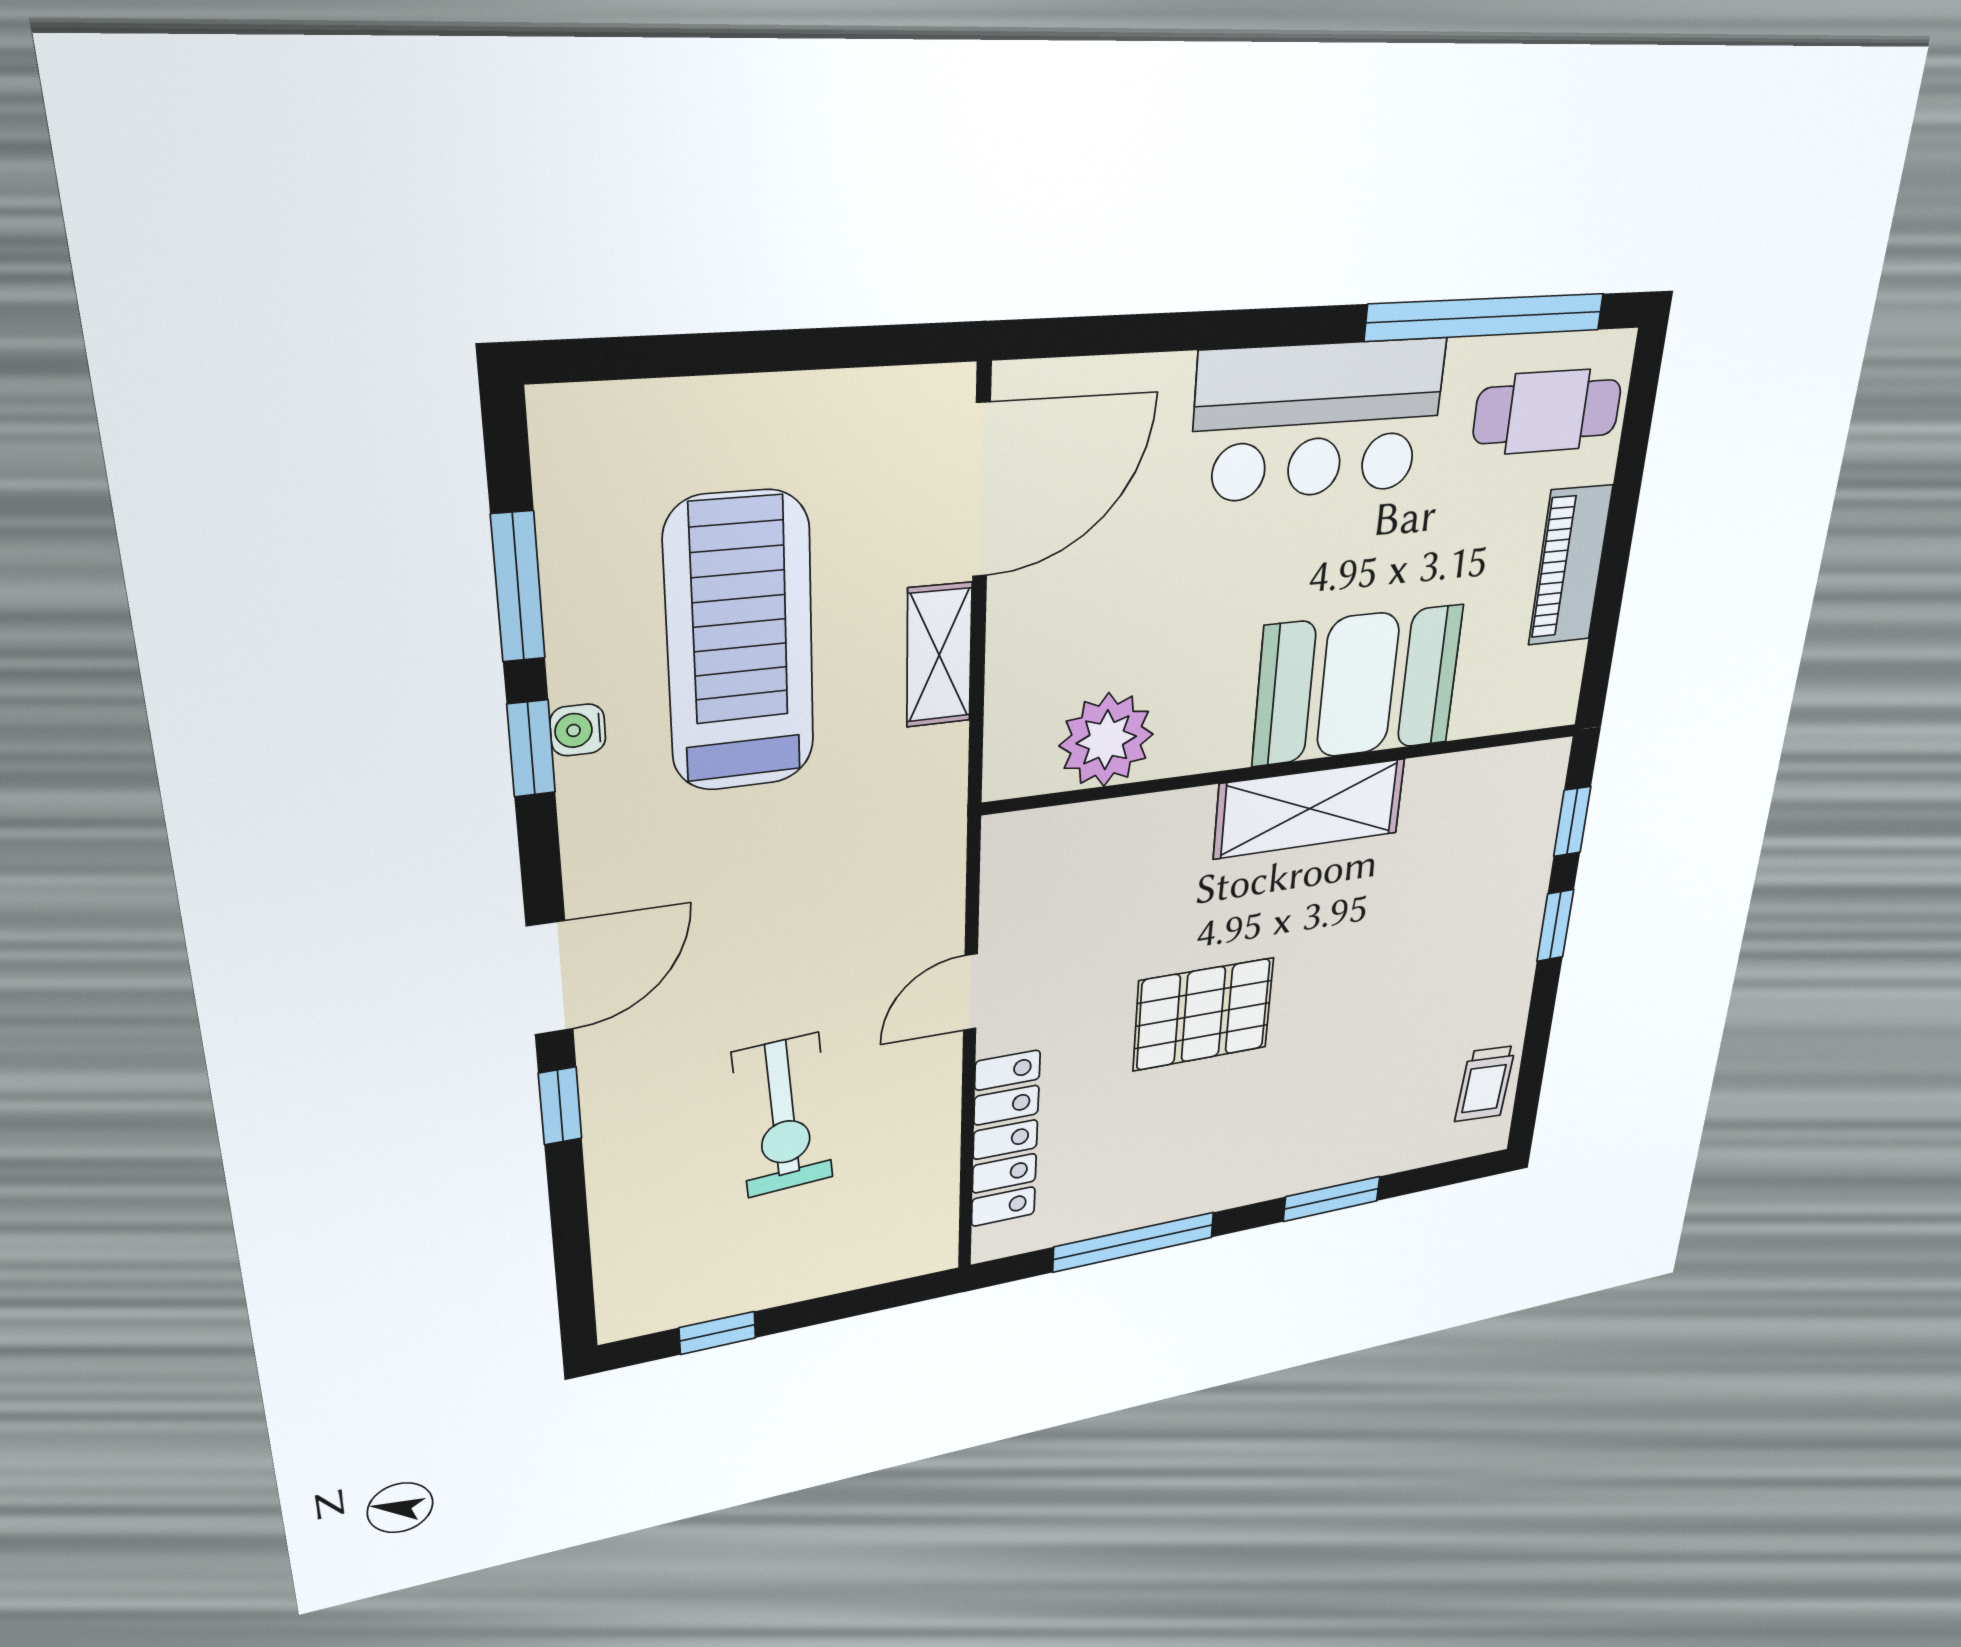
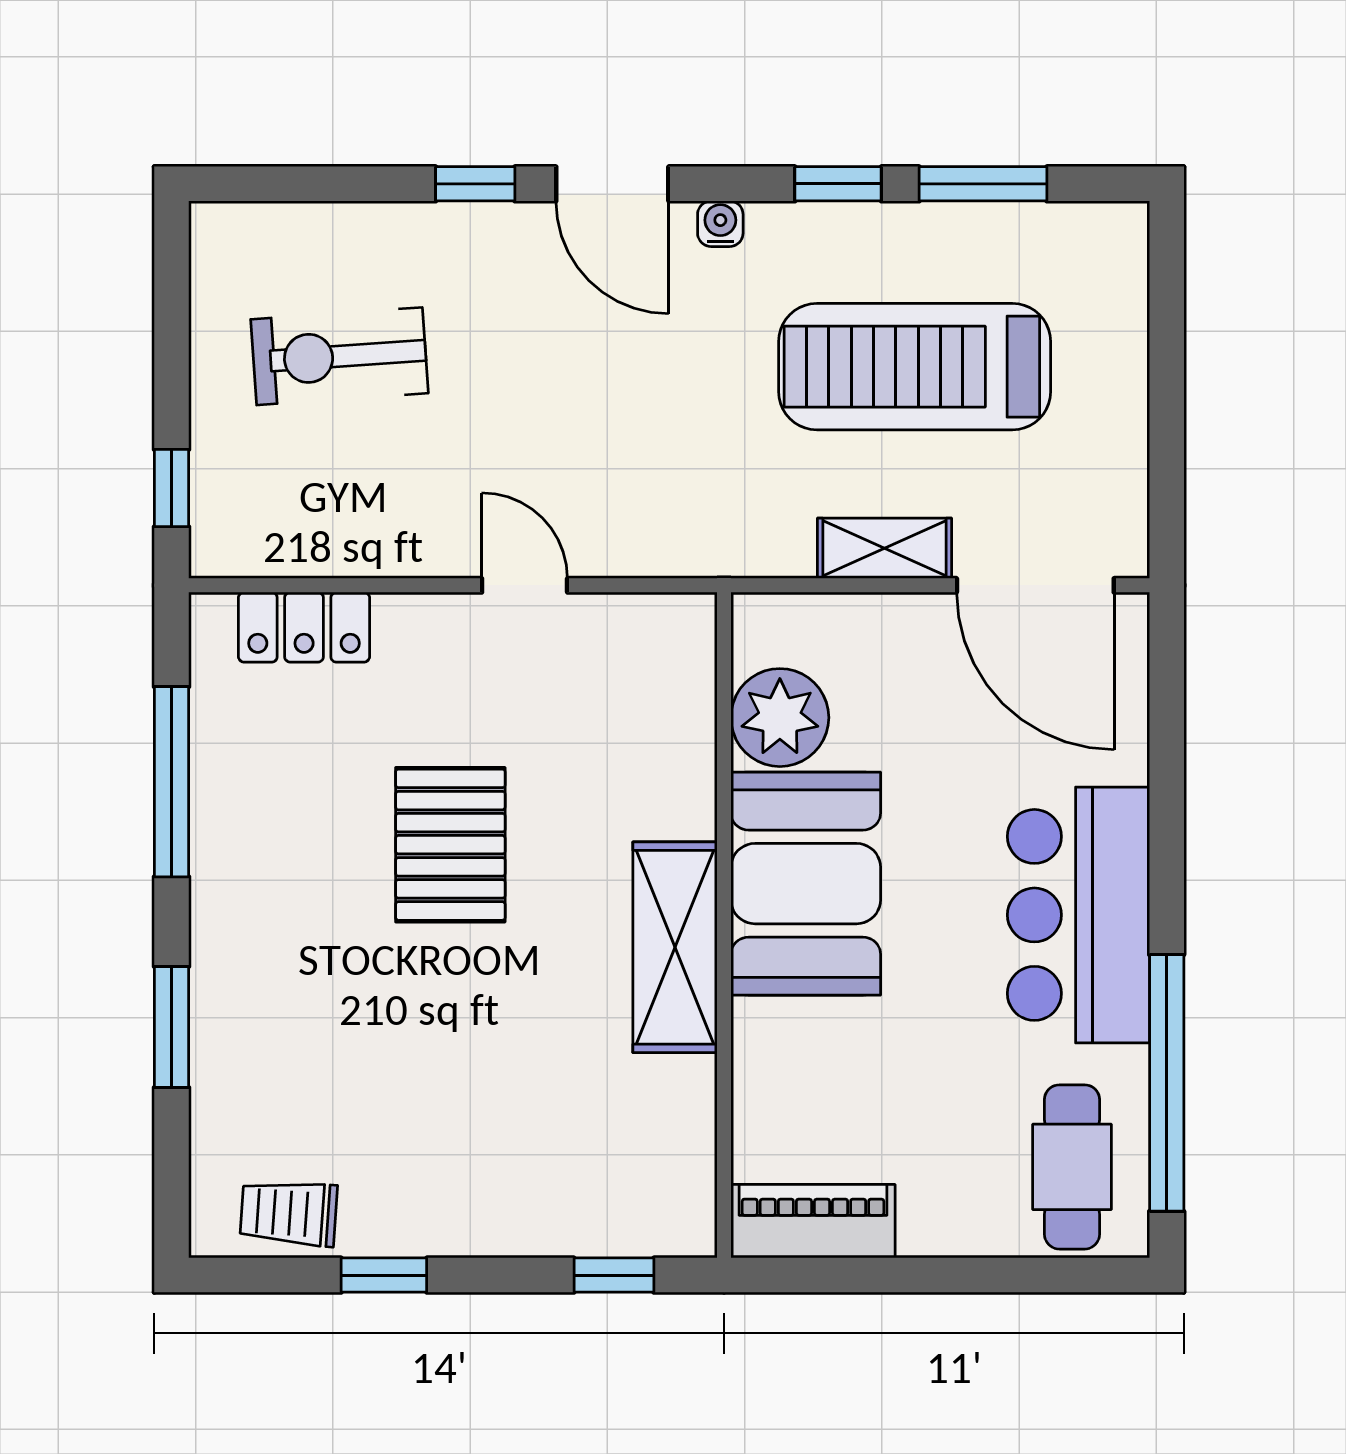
piano: (1570, 566) -> (813, 1221), moved
treadmill: (740, 643) -> (915, 367), turned 180
booth: (1358, 685) -> (806, 884), moved
water cooler: (578, 730) -> (720, 224), moved
window: (1555, 926) -> (384, 1275), moved
exercise bike: (783, 1116) -> (339, 356), moved
locker: (1005, 1140) -> (304, 627), width x0.66
window: (717, 1333) -> (172, 488), moved

